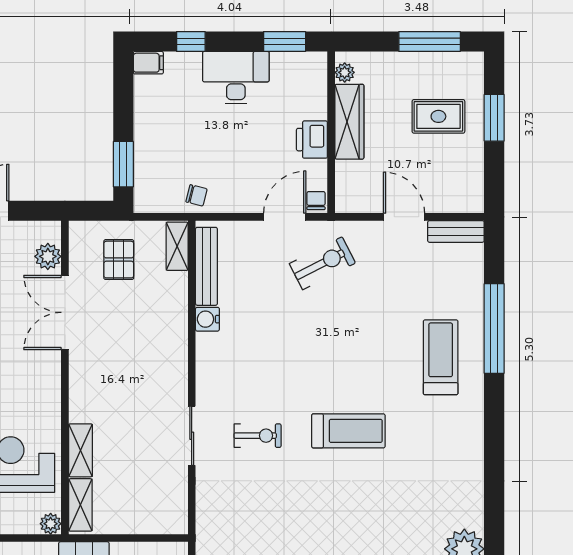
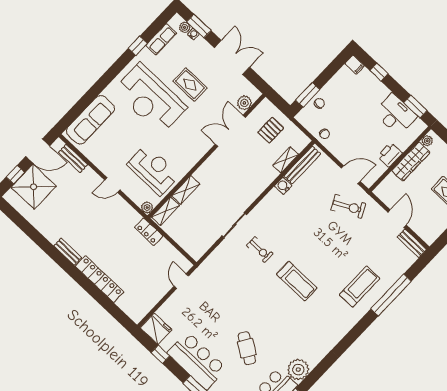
desk: (236, 78) -> (395, 114), moved
chair: (316, 201) -> (319, 103), moved
shelving: (177, 246) -> (286, 160), moved

